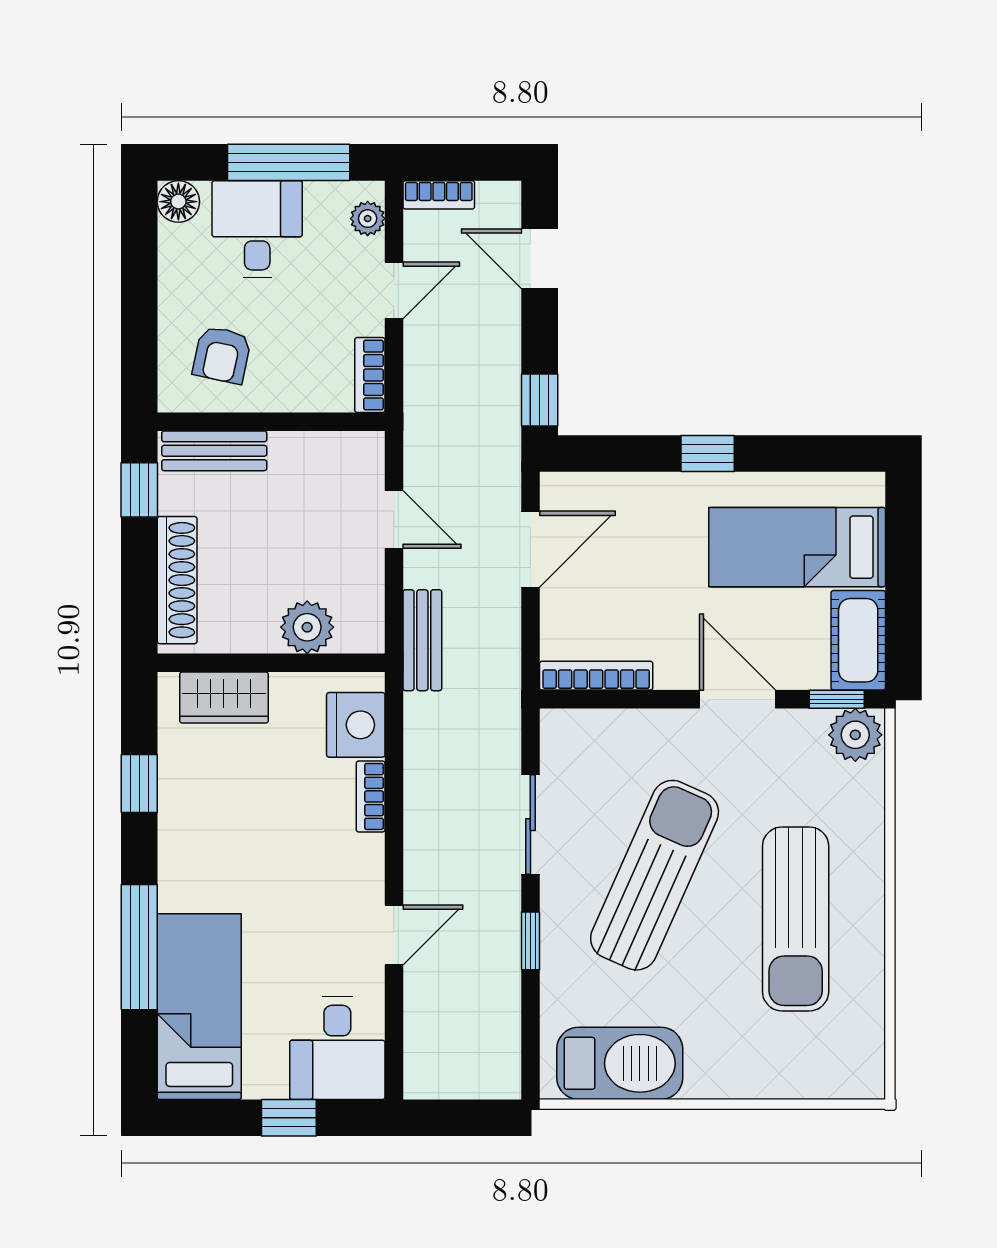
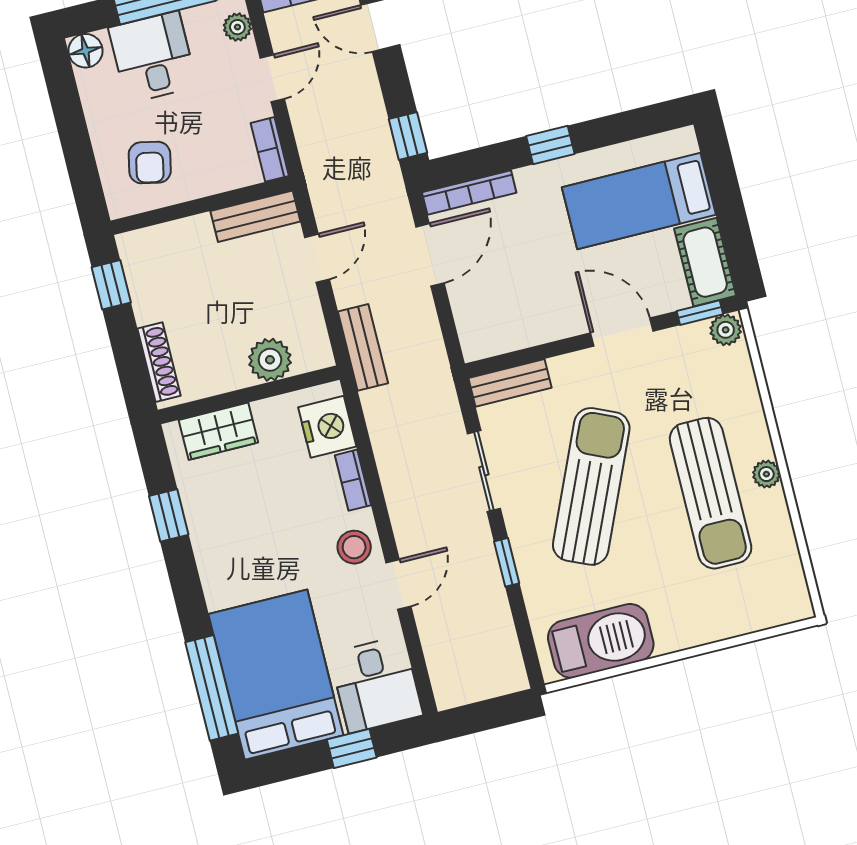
bench: (214, 451) -> (255, 216), moved
door: (394, 519) -> (317, 258), hinge flipped
shoe rack: (177, 580) -> (159, 362), width x0.74, depth x0.81
bookcase: (596, 676) -> (469, 192), moved, turned 180
bench: (588, 727) -> (510, 383), added
plant: (855, 735) -> (726, 330), width x0.73, depth x0.73
stool: (352, 877) -> (354, 547), added
plant: (868, 913) -> (766, 474), added
window: (139, 947) -> (212, 688), moved
bed: (199, 1007) -> (276, 675), width x1.50

